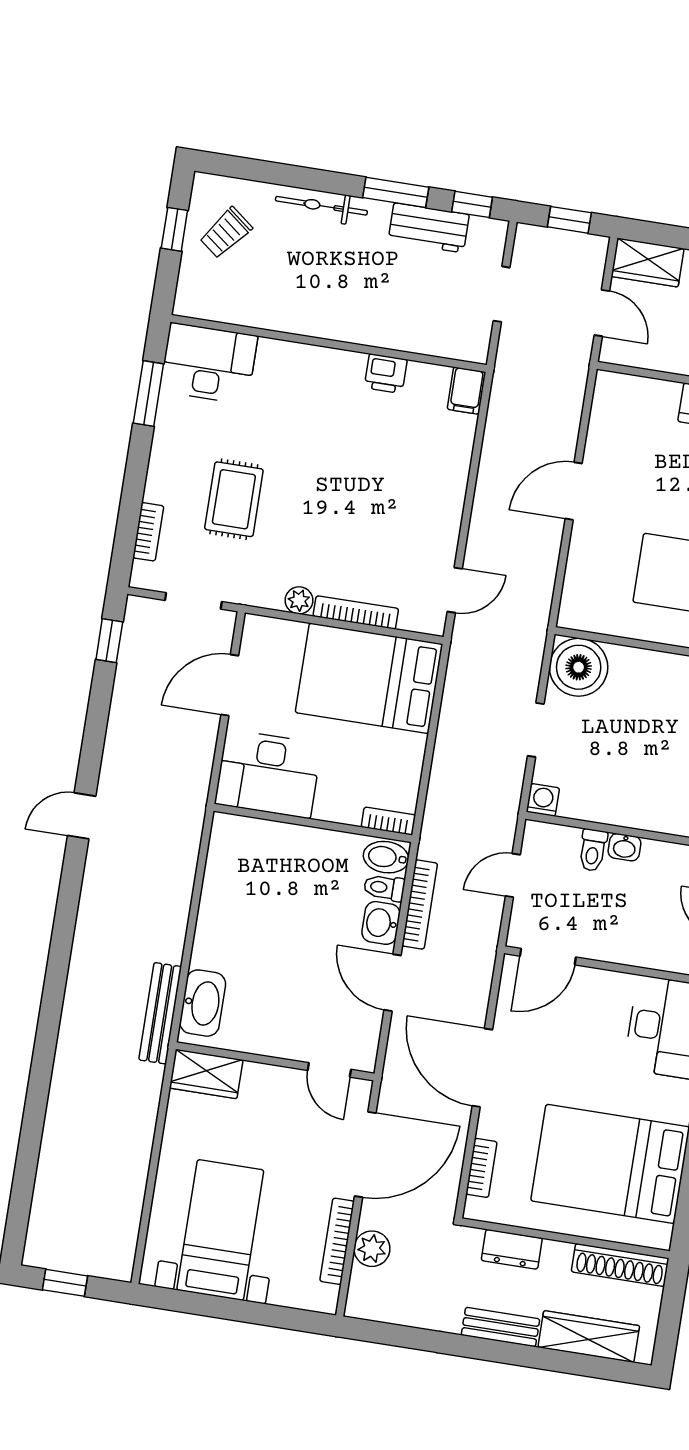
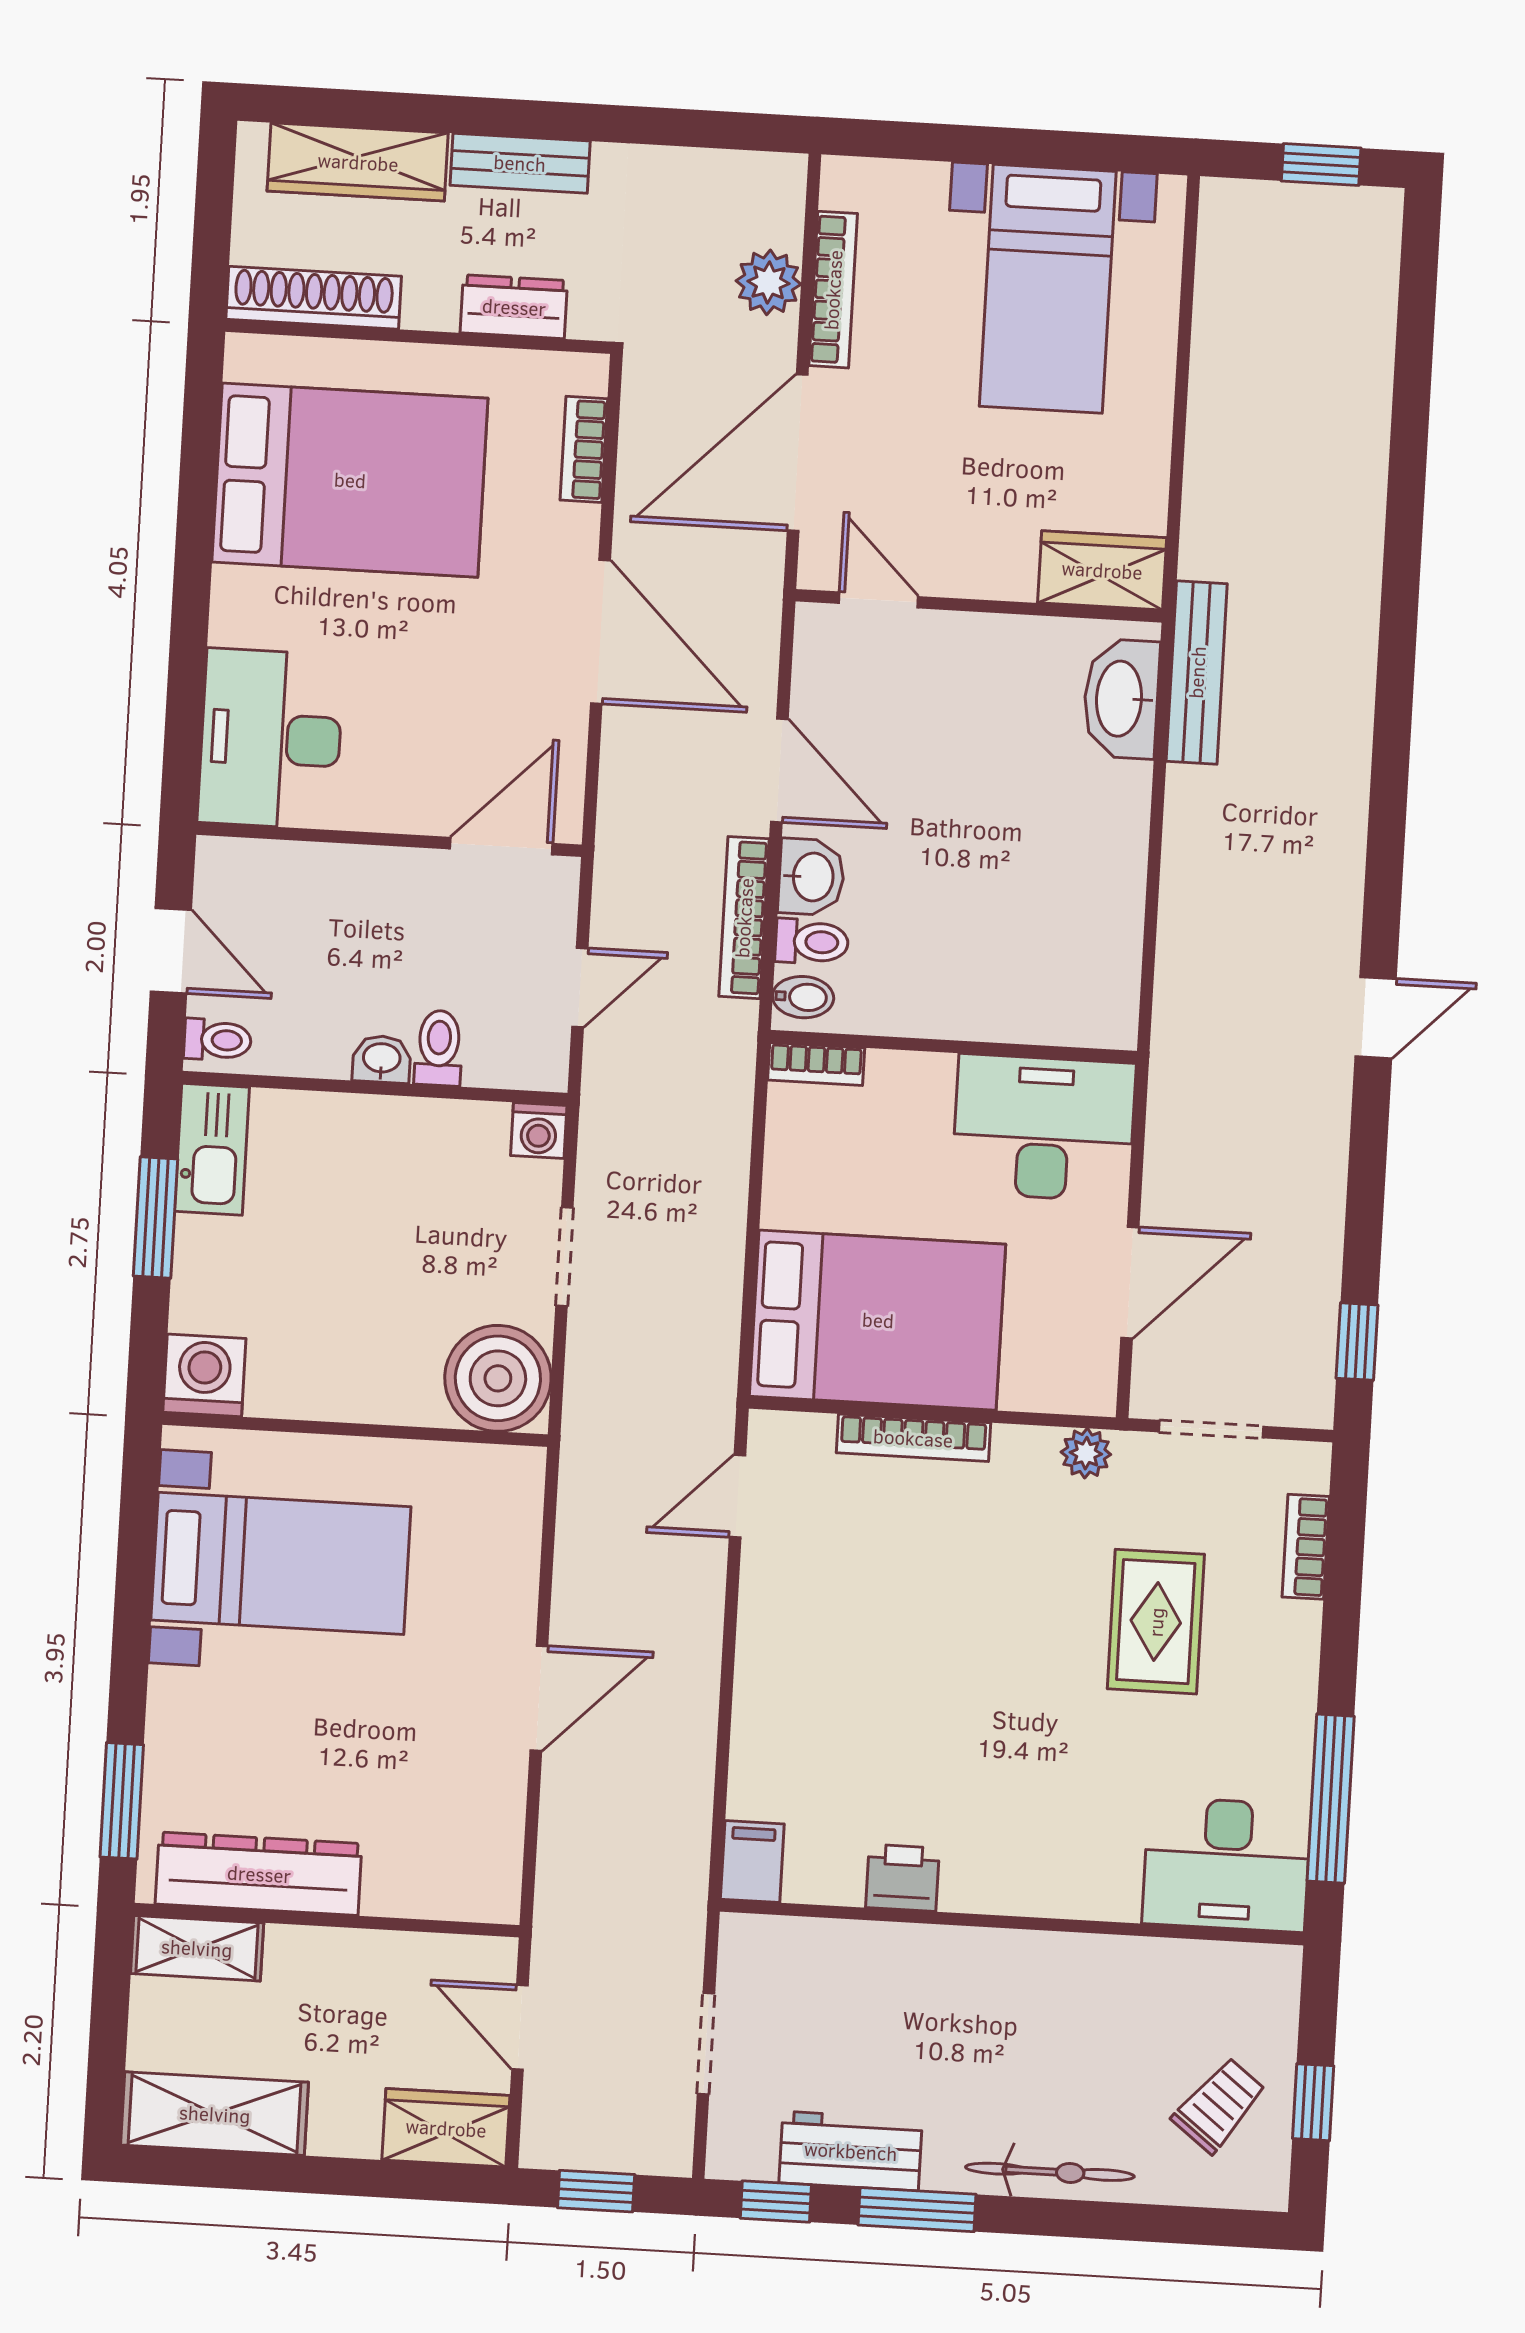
window: (148, 393) -> (1331, 1799), width x1.44
plant: (299, 600) -> (1086, 1453), moved
bidet: (386, 857) -> (803, 997), width x0.72, depth x0.74

